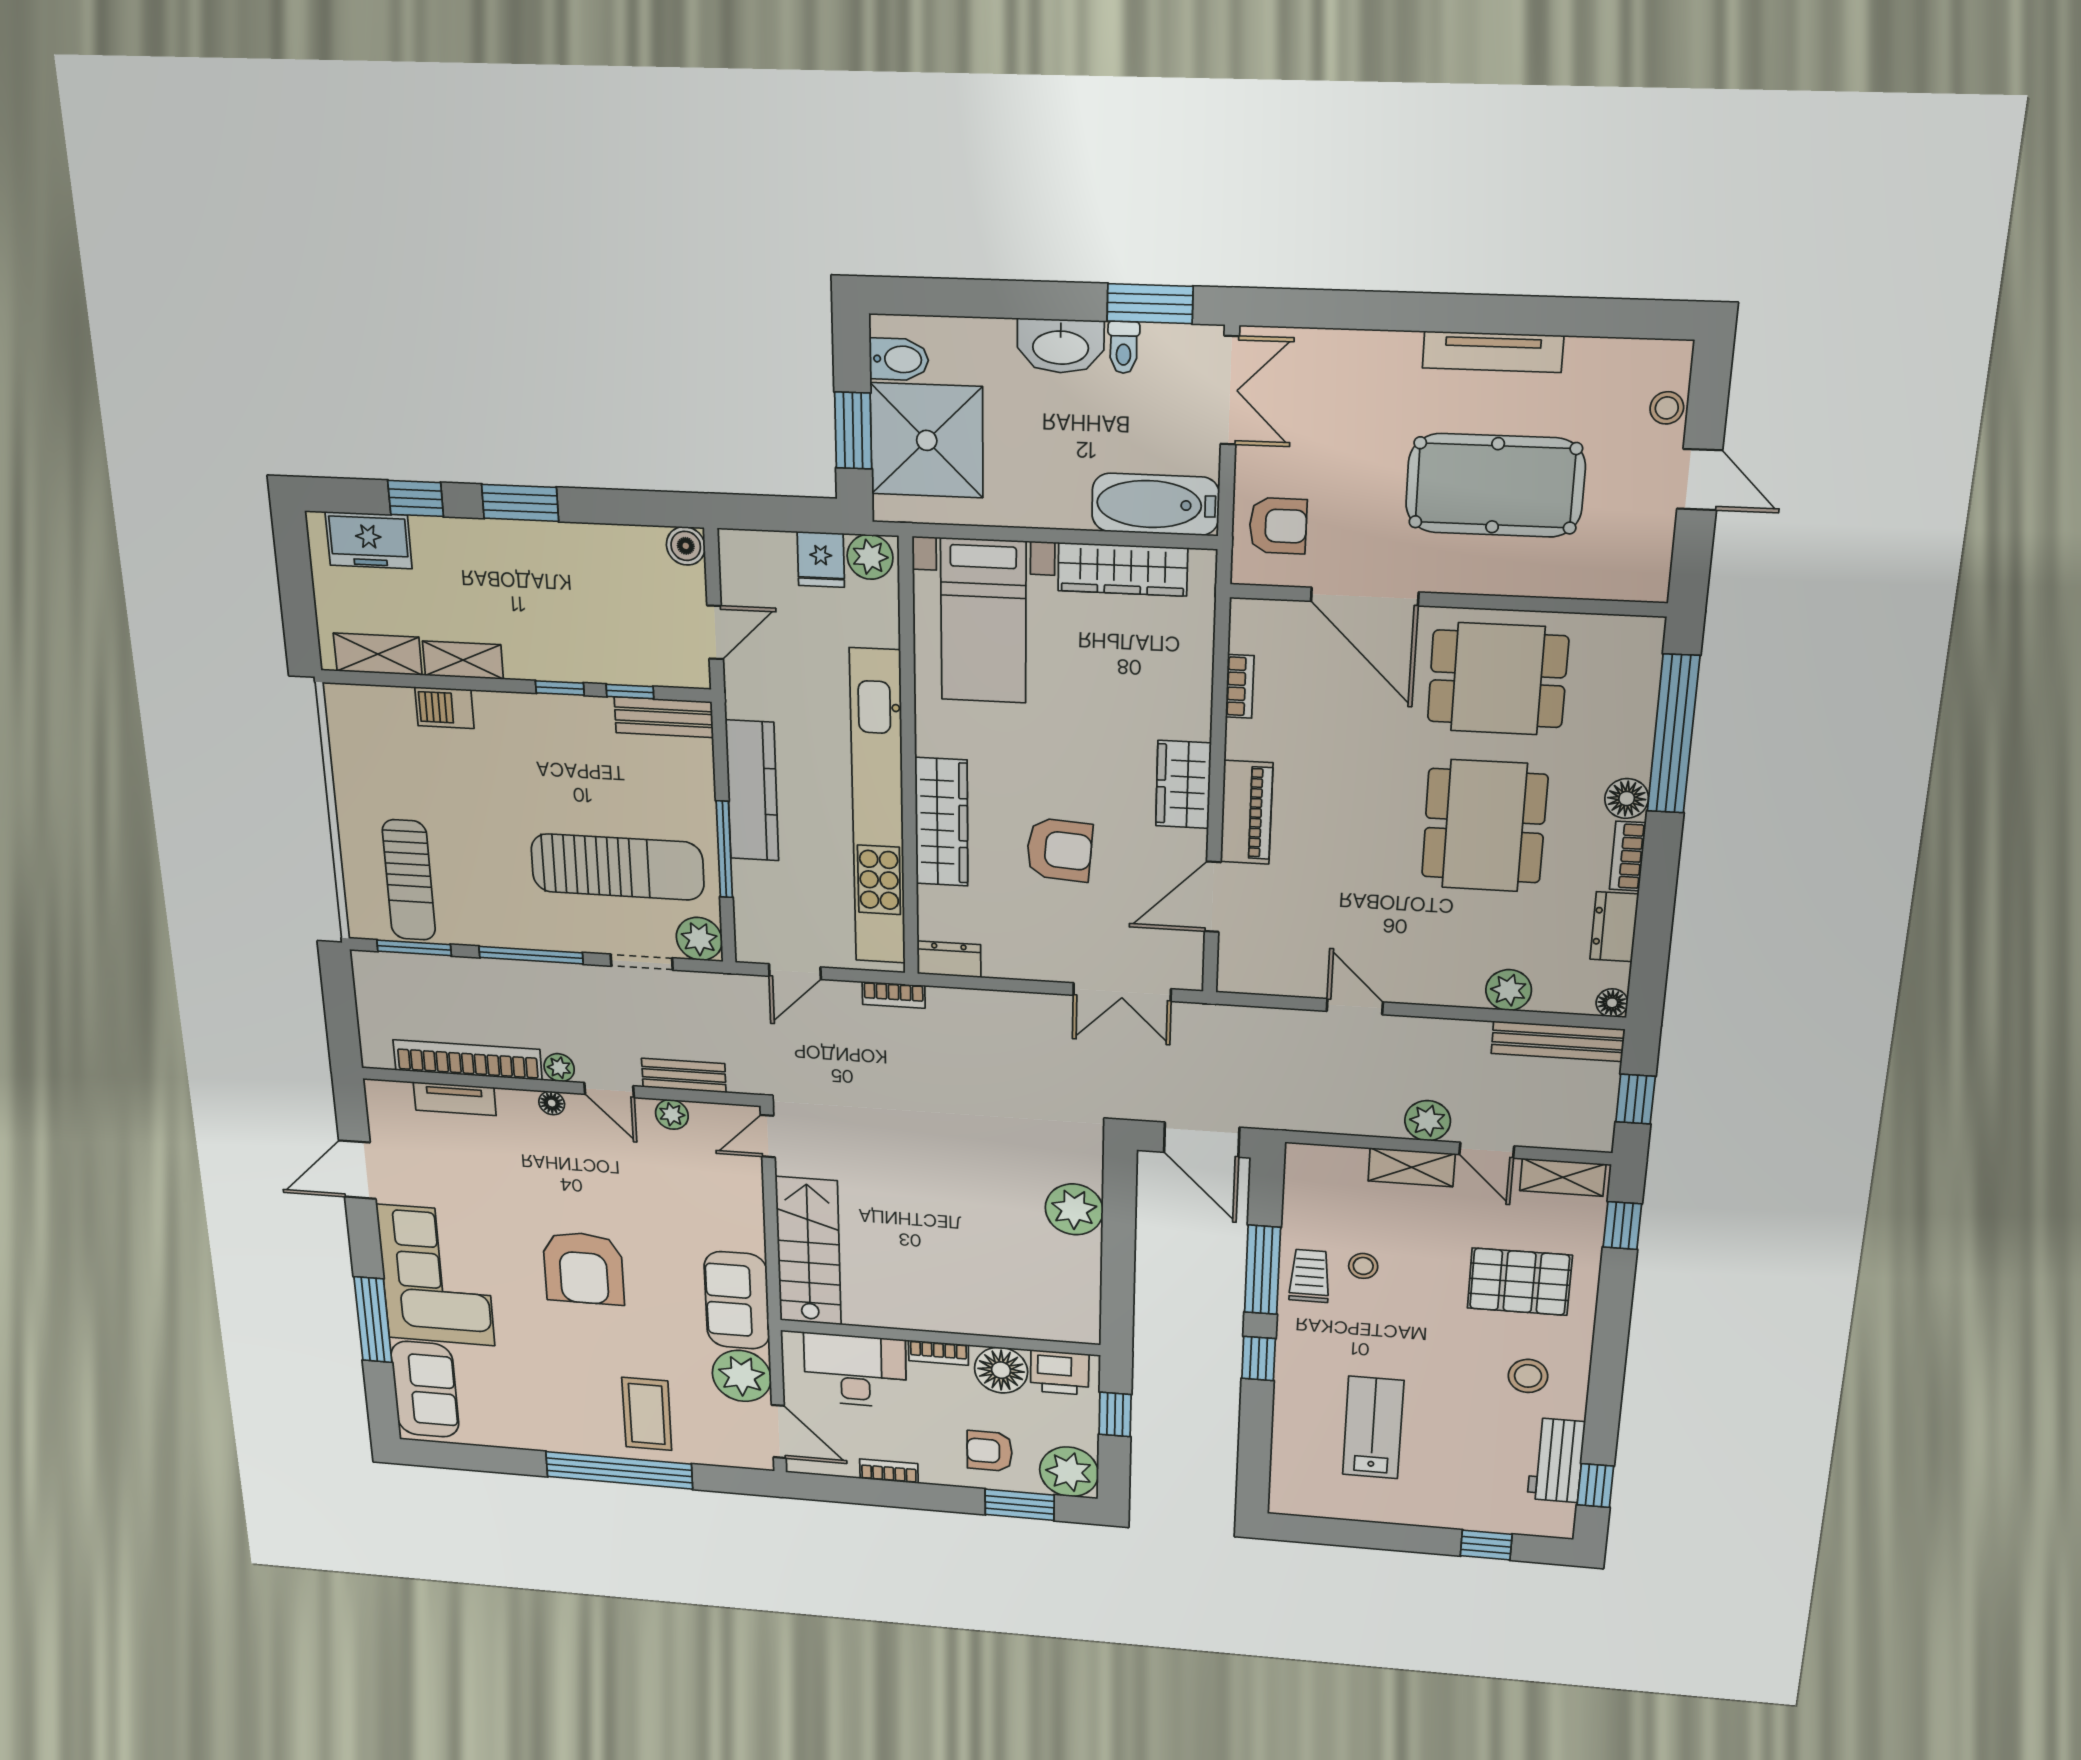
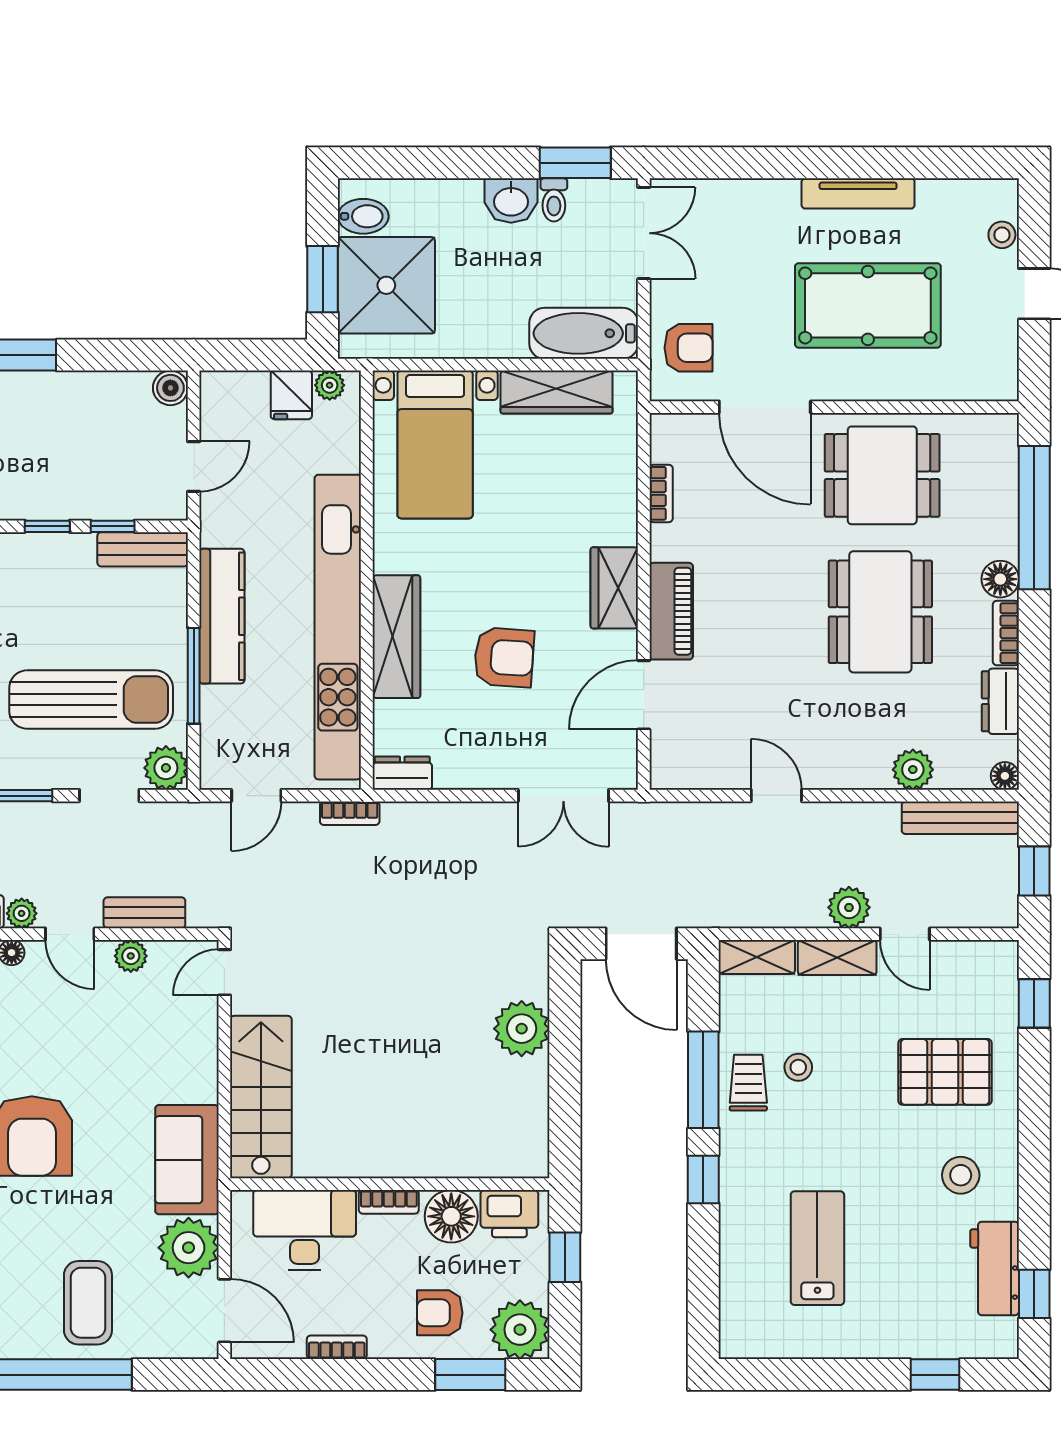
washbasin: (1061, 346) -> (511, 201), width x0.72
plant: (870, 557) -> (330, 385), width x0.73, depth x0.73
shelving: (1563, 1177) -> (757, 957), moved

